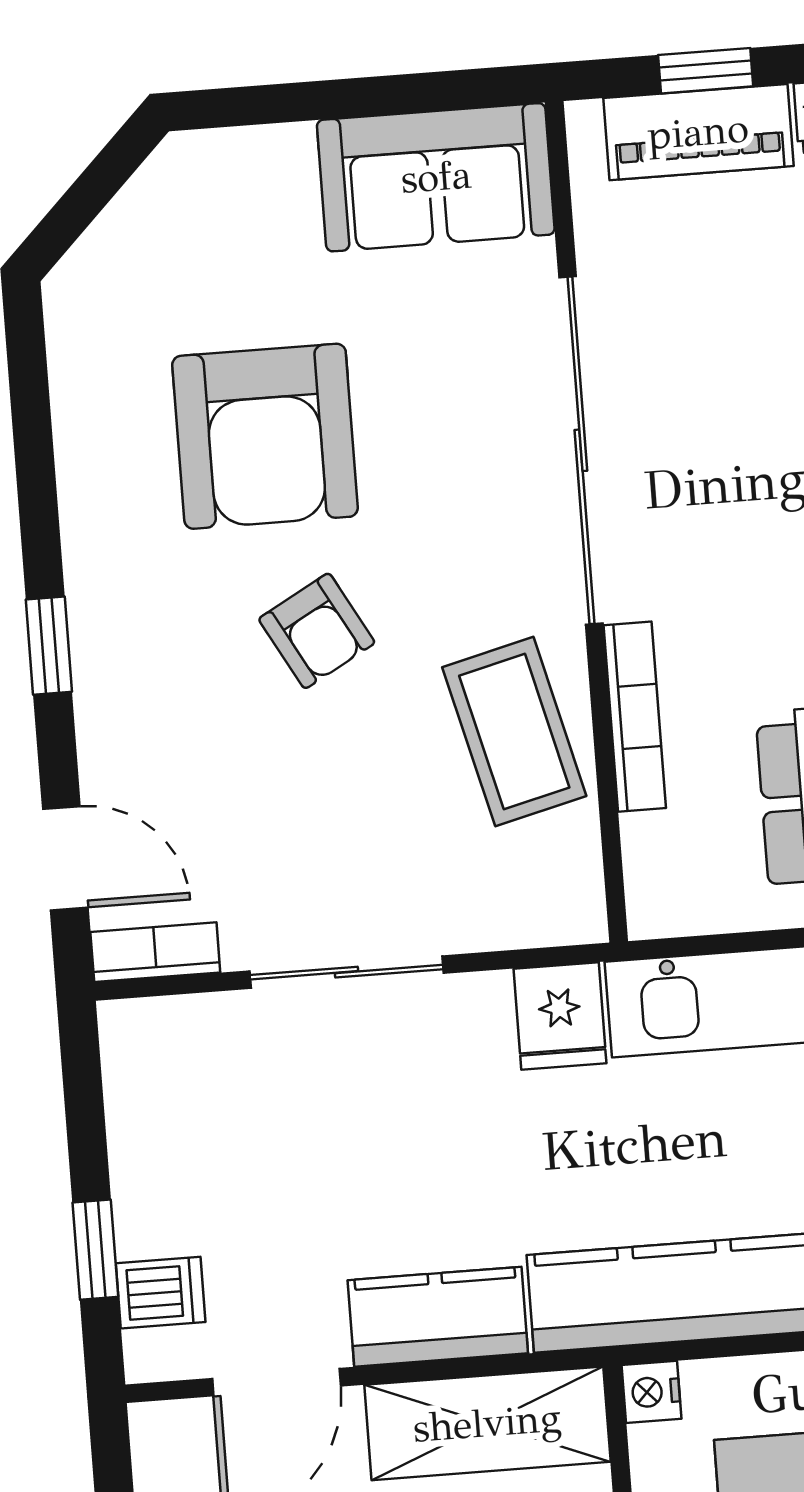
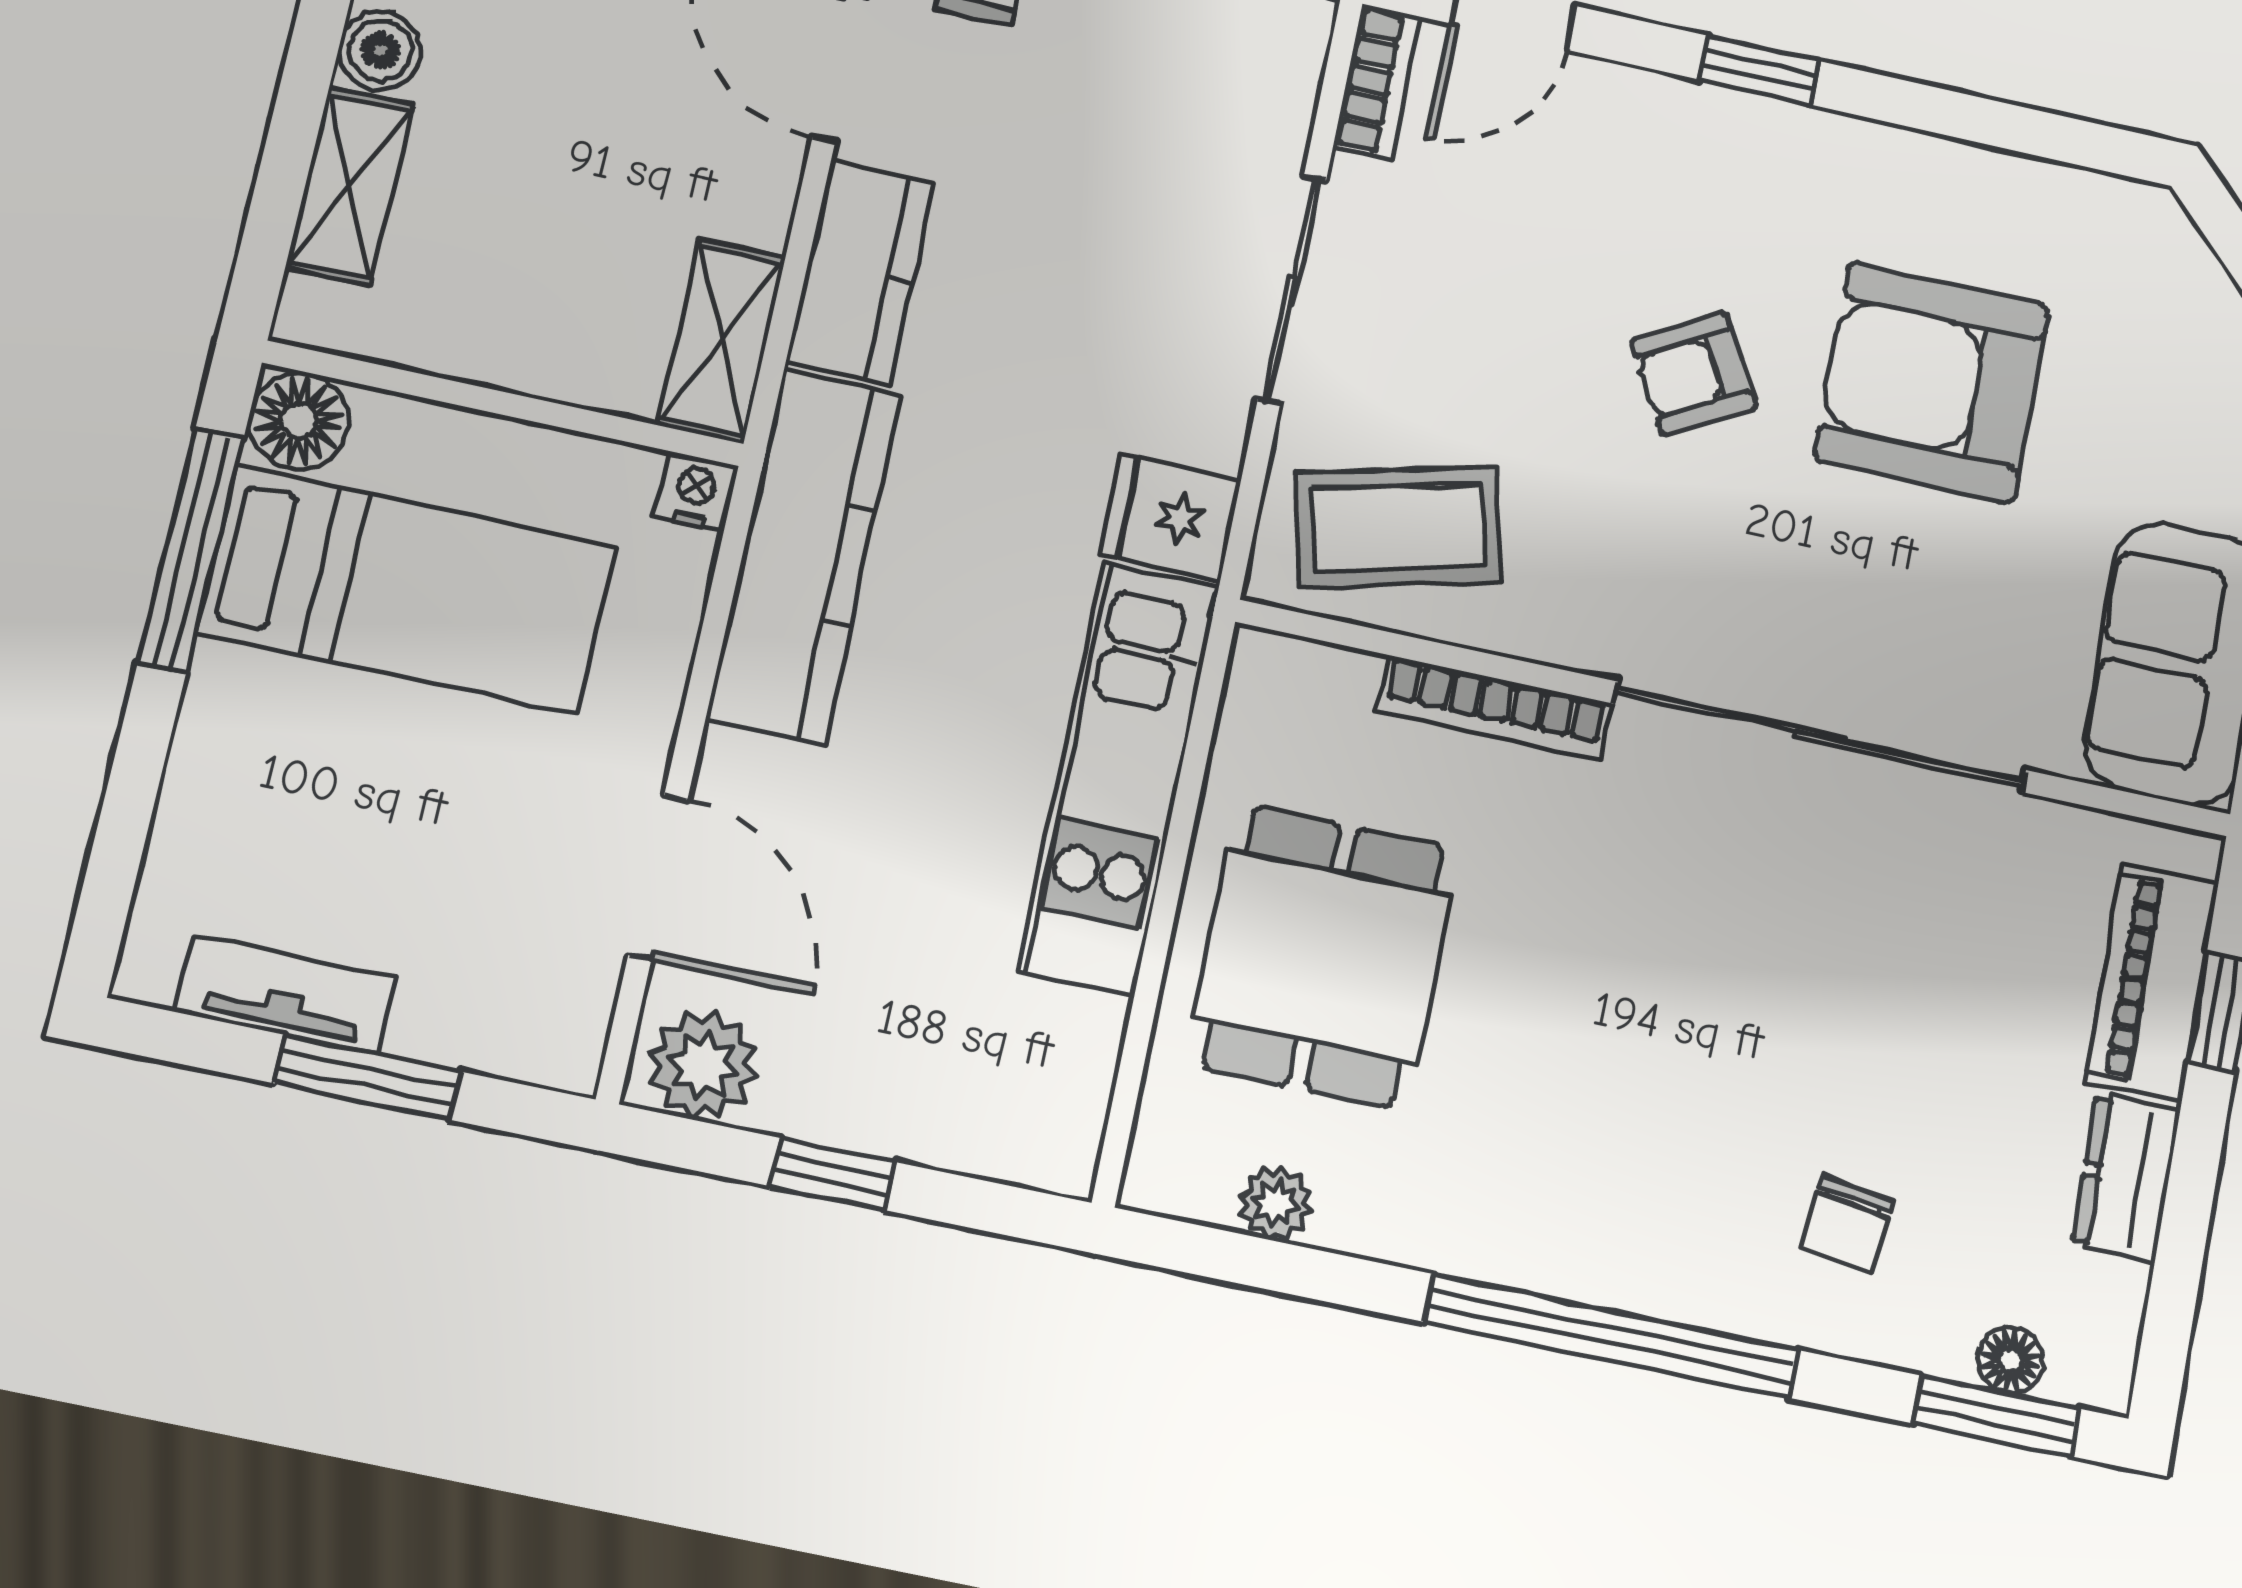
coffee table: (514, 732) -> (1398, 527), moved
shelving: (487, 1423) -> (722, 341), width x0.67, depth x0.75

